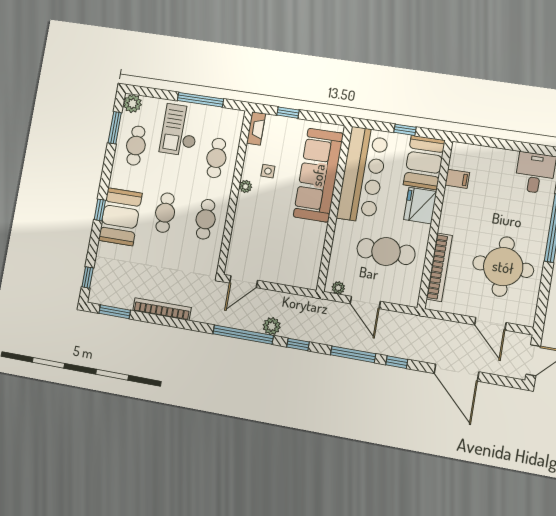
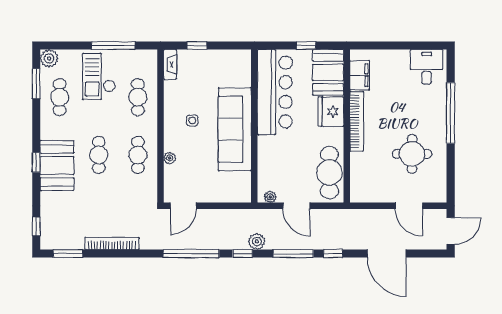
side table: (268, 171) -> (192, 120), moved
sofa: (318, 175) -> (235, 129), moved
filing cabinet: (457, 179) -> (360, 75), width x2.00
plant: (245, 186) -> (170, 158), moved
cafe table: (386, 252) -> (329, 173), moved, turned 90
bookcase: (439, 267) -> (357, 121), moved
round table: (503, 267) -> (412, 154), width x0.73, depth x0.73
plant: (272, 326) -> (257, 241), moved

